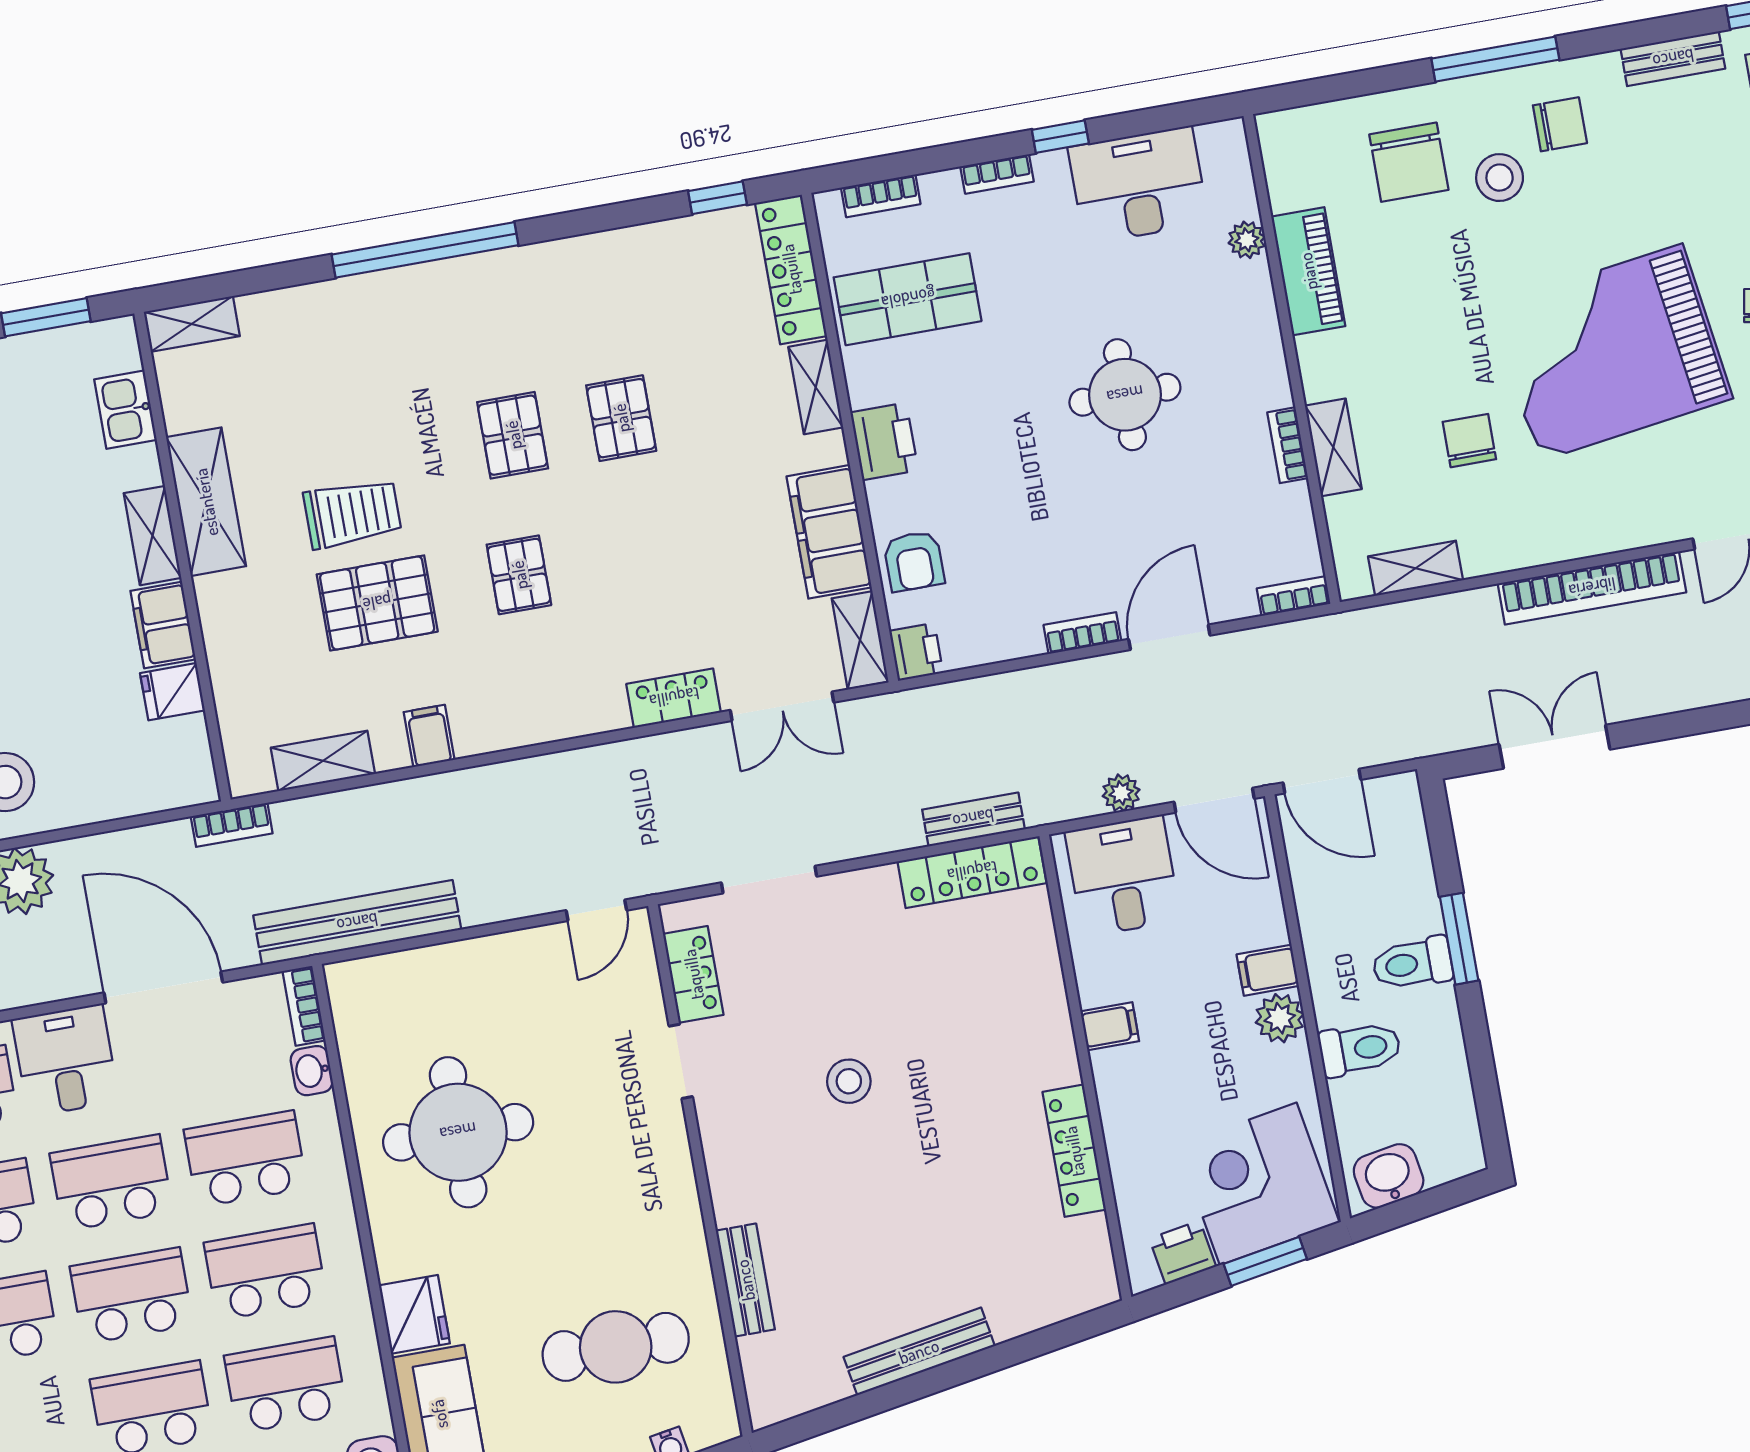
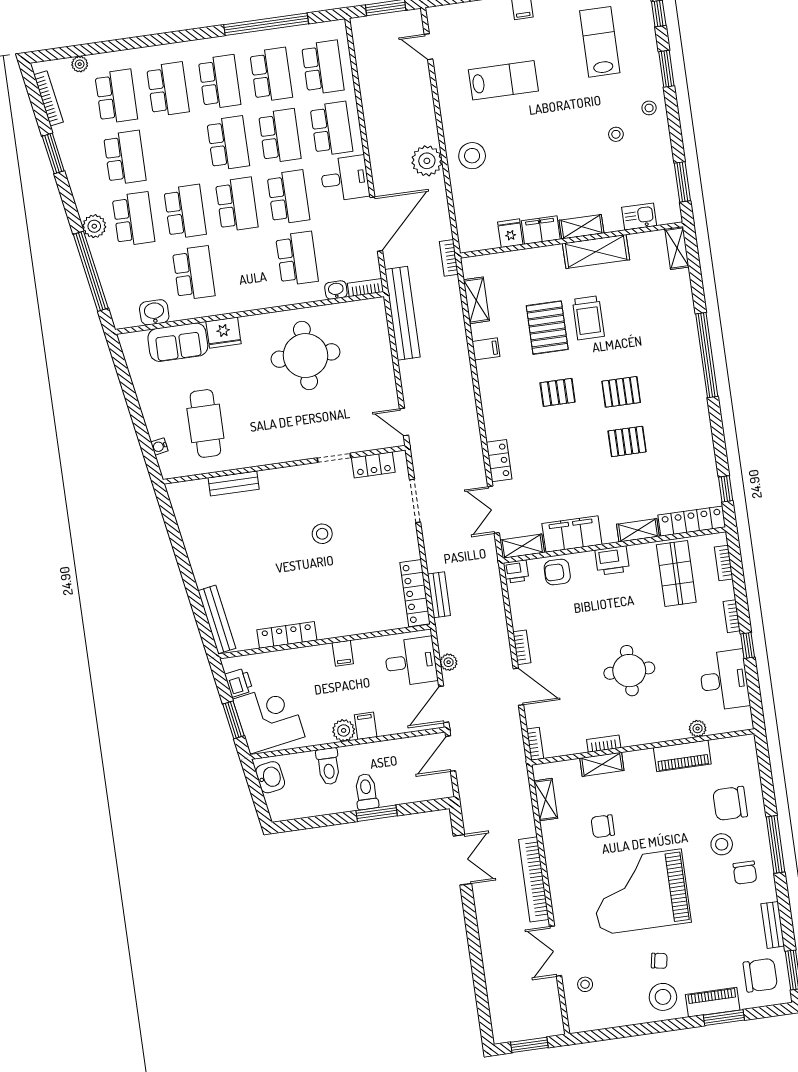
grand piano: (1611, 352) -> (640, 892), turned -82
chair: (1469, 441) -> (603, 826), turned 180
school desk: (266, 1272) -> (245, 266), removed
bench: (919, 1351) -> (217, 619), moved

